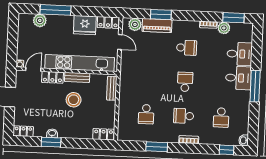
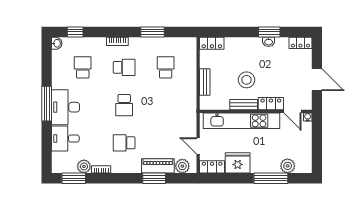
door: (33, 69) -> (292, 111), hinge flipped
desk: (238, 78) -> (66, 107), width x1.37
bench: (112, 88) -> (205, 82), moved

